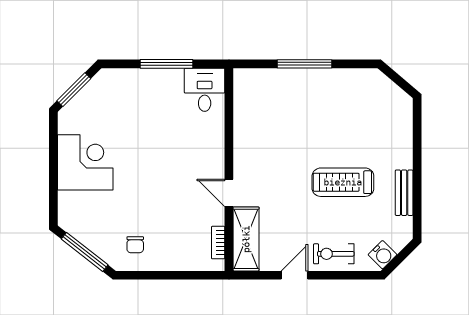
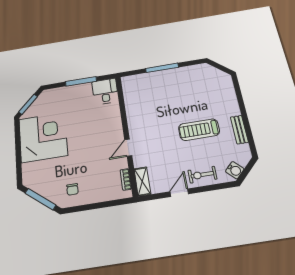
corner desk: (85, 162) -> (43, 137), width x1.36, depth x1.36
door: (229, 193) -> (128, 148), hinge flipped
shelving: (246, 239) -> (142, 181), width x0.67, depth x0.75

